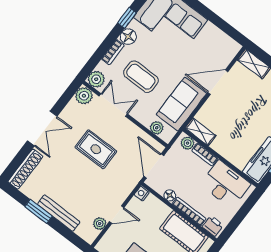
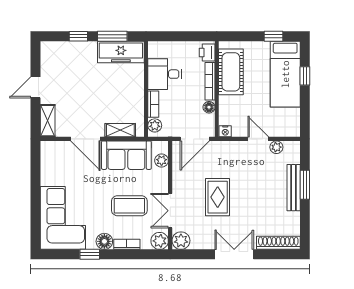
coffee table: (141, 77) -> (129, 206), turned 90
shelving: (201, 132) -> (120, 130), moved, turned 90
desk: (225, 184) -> (165, 74), width x0.73
window: (38, 211) -> (305, 185), moved

